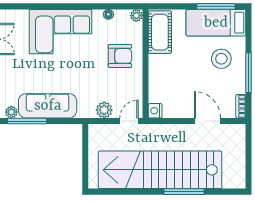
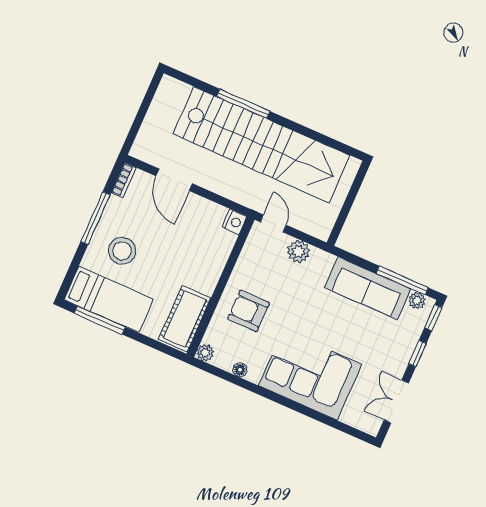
door: (129, 121) -> (273, 223), swing flipped

